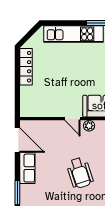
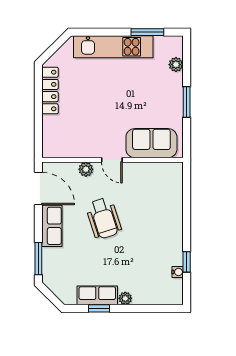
plant: (89, 126) -> (86, 169), moved
wheelchair: (80, 173) -> (104, 218), moved

